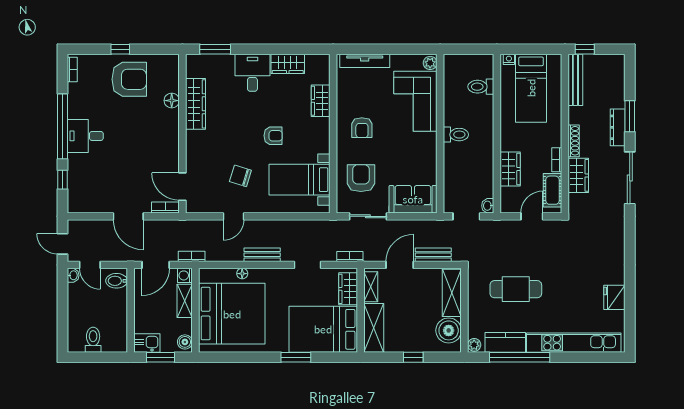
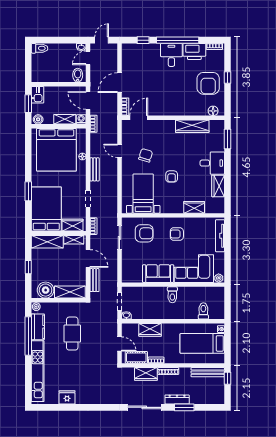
printer: (80, 101) -> (194, 51), added
floor lamp: (172, 101) -> (213, 111), moved
sofa: (413, 199) -> (158, 274), moved, turned -90
toilet: (93, 340) -> (40, 48), moved

